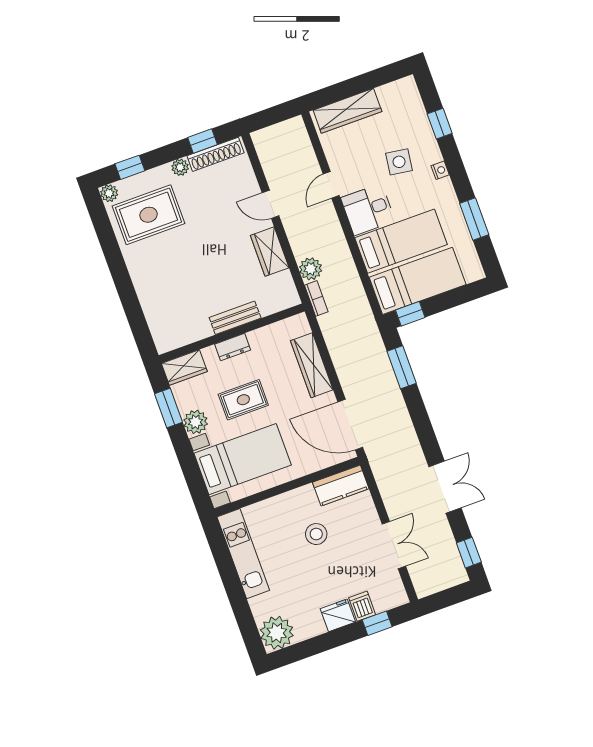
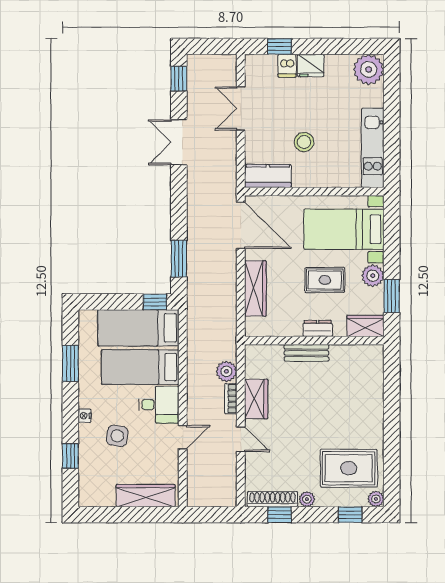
bookcase: (316, 298) -> (231, 399), moved

